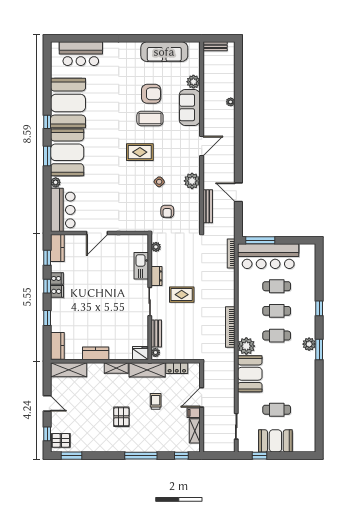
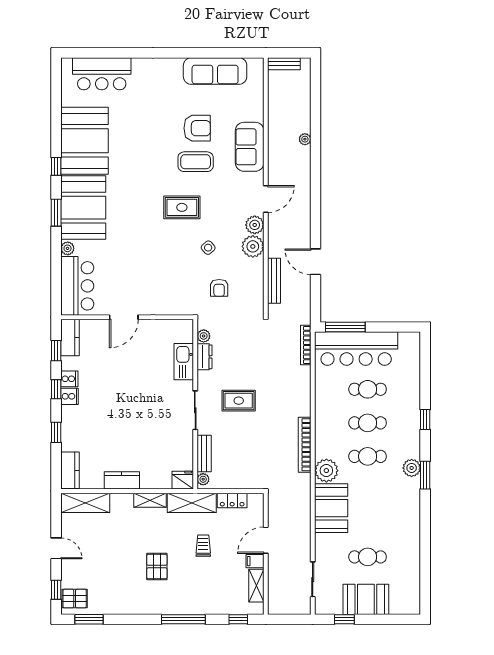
plant: (193, 82) -> (255, 225), moved
dresser: (156, 276) -> (204, 357), moved

